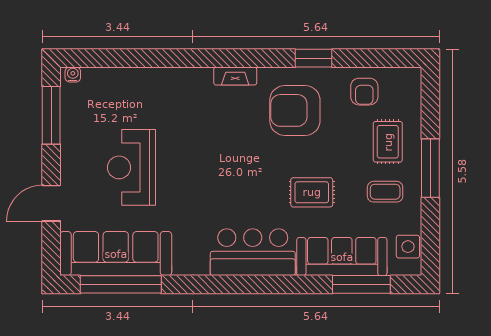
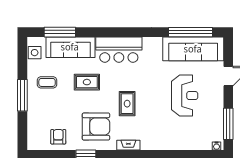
rug: (388, 142) -> (127, 104), moved

